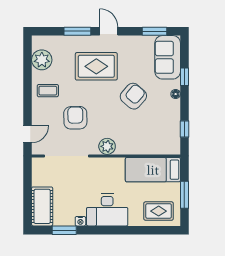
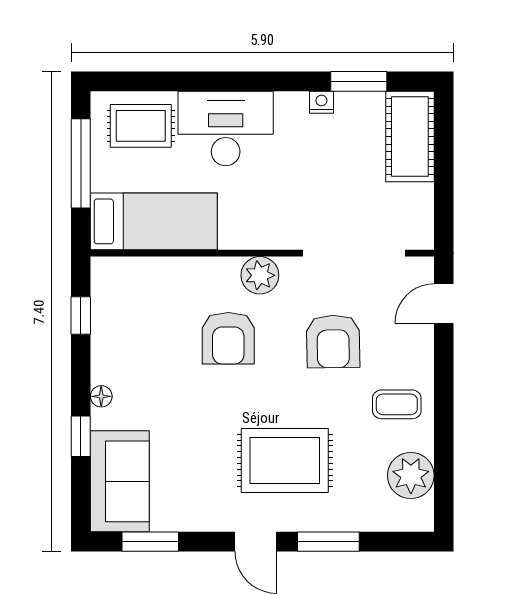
armchair: (133, 96) -> (228, 338), moved, turned -41
window: (184, 195) -> (81, 163), width x1.44
desk: (107, 210) -> (226, 128), moved

